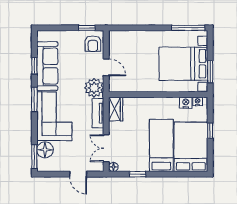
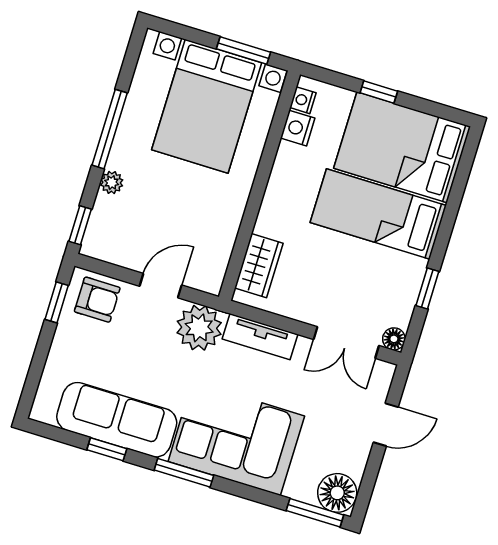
window: (120, 28) -> (80, 225), added
window: (188, 28) -> (110, 129), moved
plant: (141, 35) -> (112, 183), added
wardrobe: (116, 109) -> (259, 266), moved, turned 90
floor lamp: (45, 150) -> (337, 493), moved

